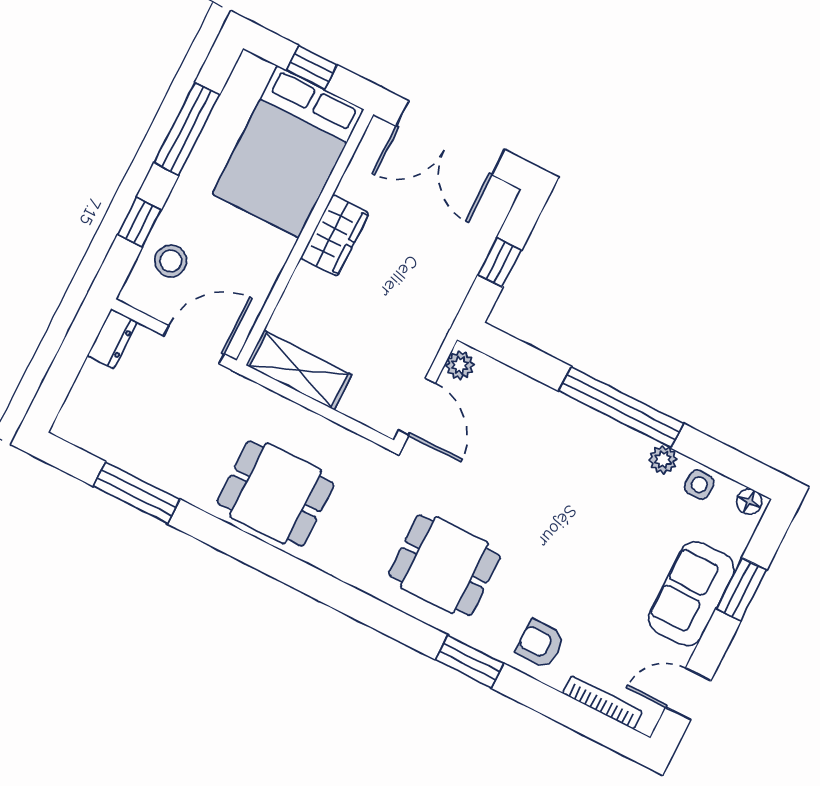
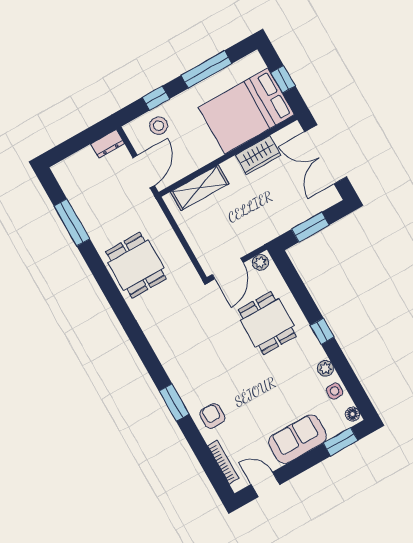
wardrobe: (335, 235) -> (258, 155), moved
window: (500, 262) -> (310, 227), width x1.50
door: (194, 345) -> (144, 171), hinge flipped
shelving: (299, 370) -> (200, 188), moved, turned 90
window: (621, 407) -> (322, 331), width x0.32
dining table: (444, 565) -> (267, 323), moved
window: (741, 589) -> (341, 442), moved

